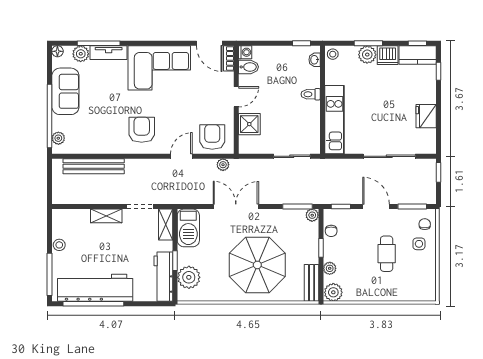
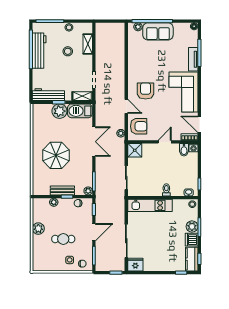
door: (209, 43) -> (199, 124), hinge flipped
plant: (81, 54) -> (192, 41), removed
sofa: (65, 91) -> (158, 31), moved
door: (236, 97) -> (165, 142), swing flipped
fridge: (426, 116) -> (135, 265), moved
shower: (249, 124) -> (135, 150), moved
armchair: (142, 130) -> (146, 91), moved, turned -90
bench: (94, 166) -> (120, 50), removed
shelving: (106, 216) -> (88, 44), moved
stool: (96, 247) -> (68, 51), added
parasol: (257, 265) -> (56, 155), width x0.73, depth x0.73
plant: (189, 277) -> (59, 111), moved
bench: (312, 283) -> (62, 190), moved
workbench: (95, 288) -> (39, 51), width x0.73, depth x0.76
plant: (333, 292) -> (38, 229), moved

